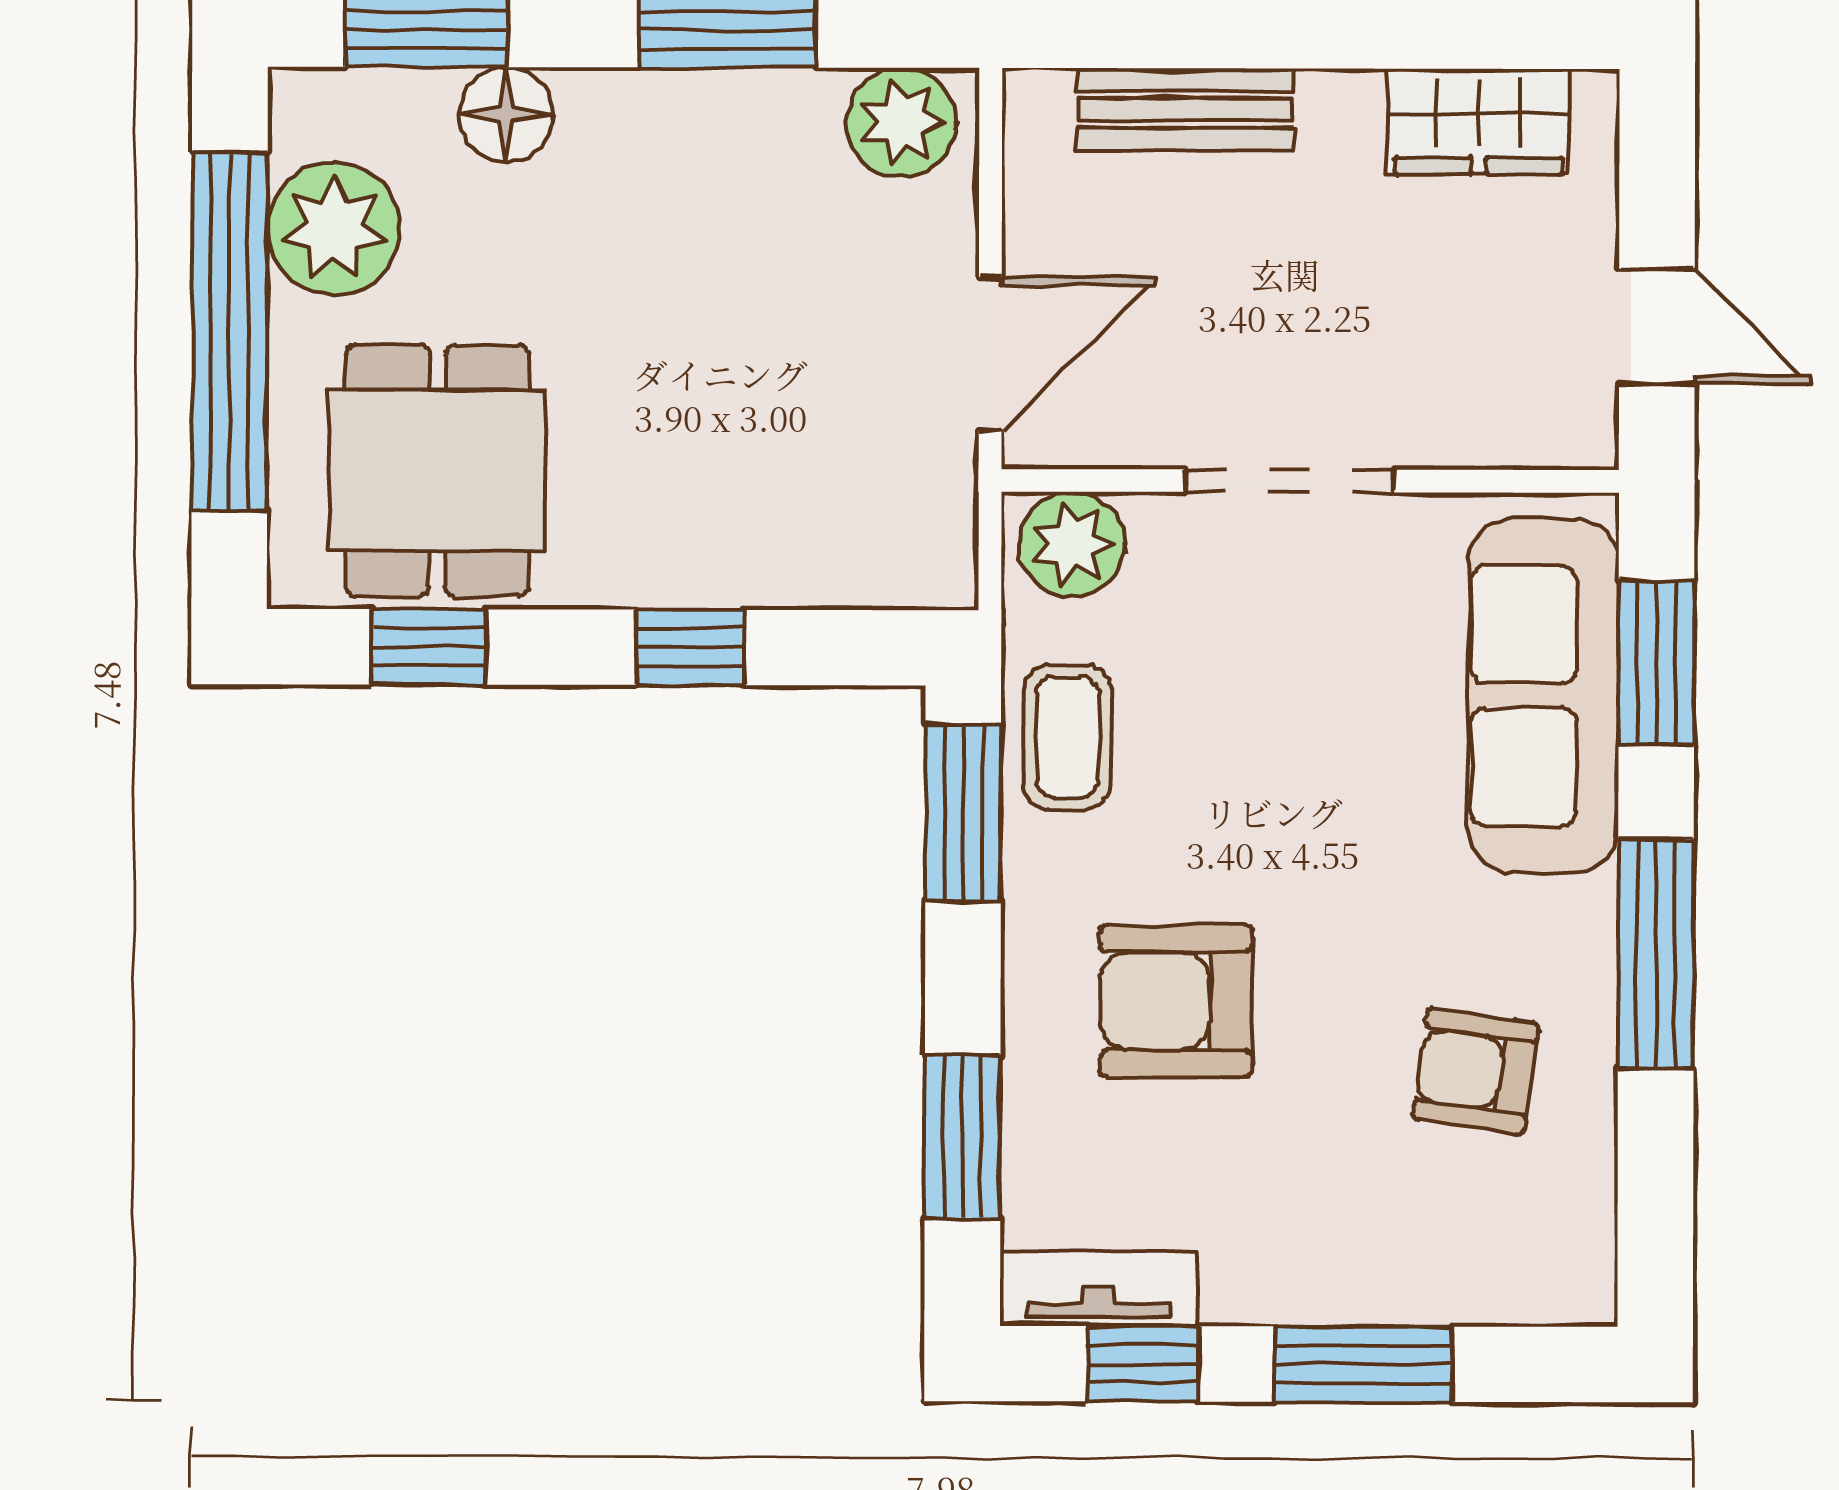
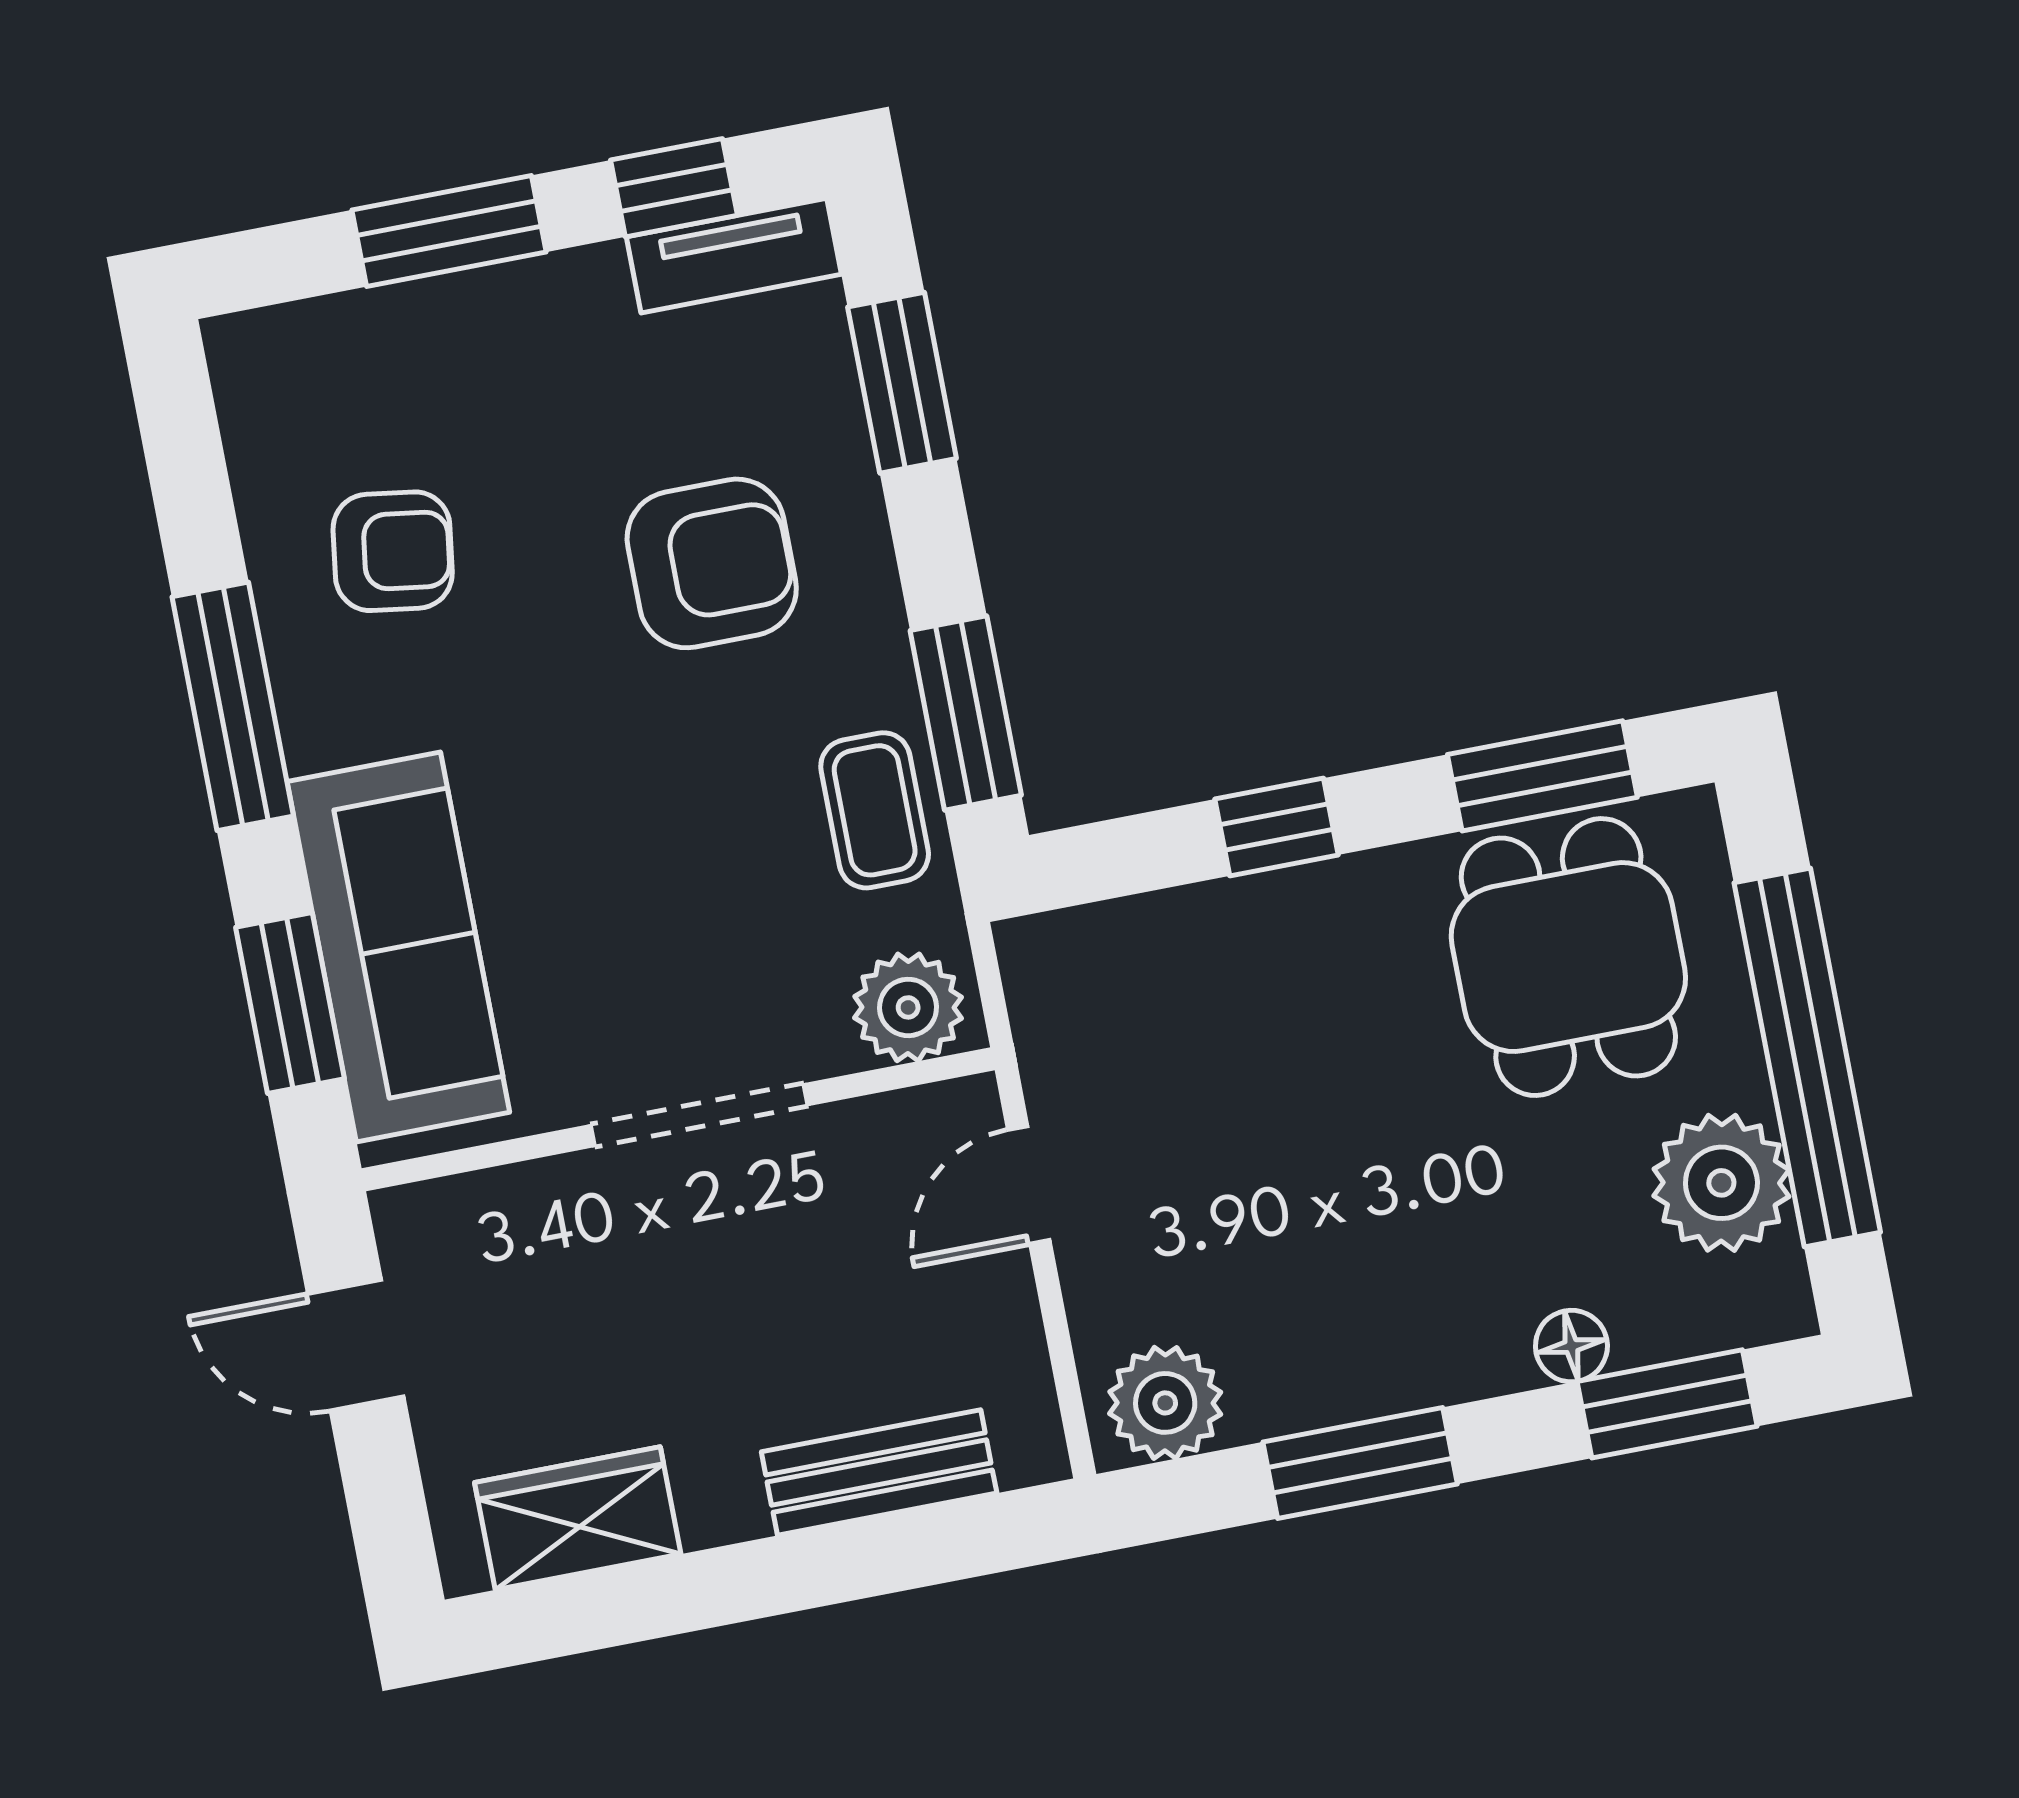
floor lamp: (506, 115) -> (1571, 1346), width x0.73, depth x0.73
door: (990, 354) -> (1029, 1185), width x0.73
window: (429, 647) -> (1542, 776), width x1.50

